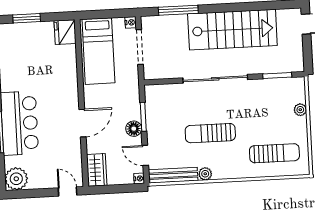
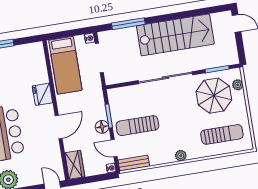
fridge: (65, 32) -> (42, 94), moved
parasol: (270, 106) -> (214, 96), added
plant: (300, 110) -> (238, 85), moved
sun lounger: (210, 133) -> (137, 126), moved
plant: (205, 174) -> (181, 156), moved
bench: (173, 175) -> (134, 163), width x0.73

